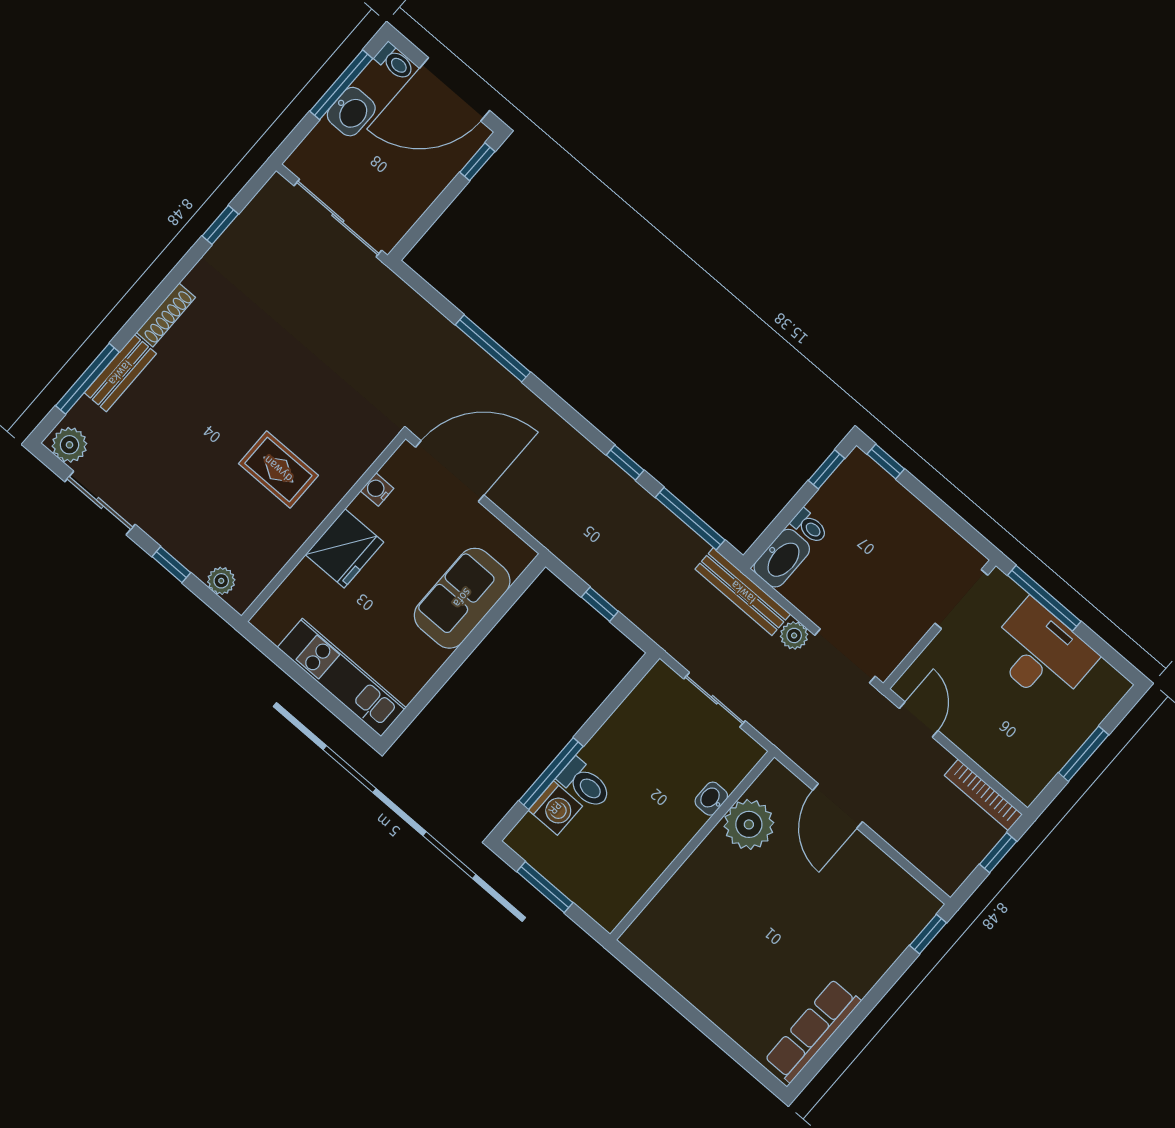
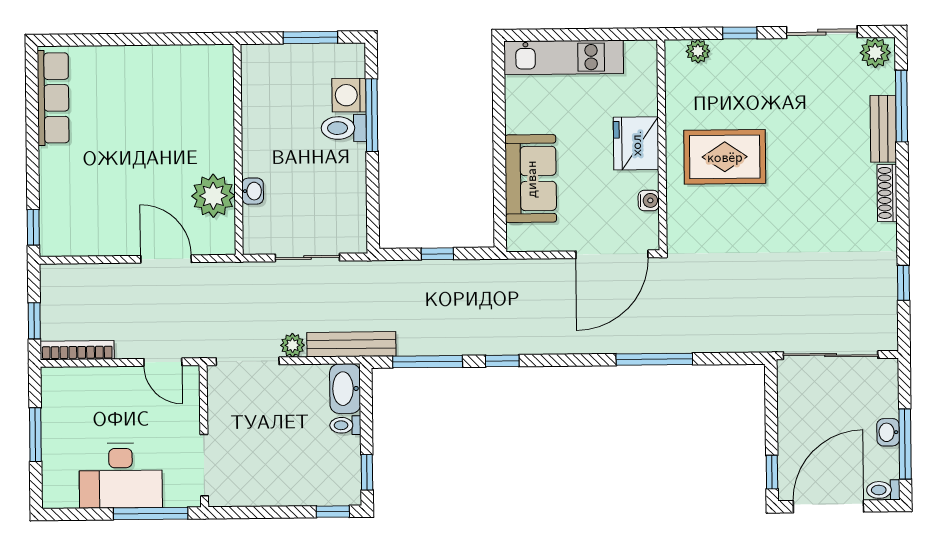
washbasin: (351, 112) -> (888, 432), width x0.72, depth x0.69
rug: (278, 469) -> (725, 157), width x1.36, depth x1.43

